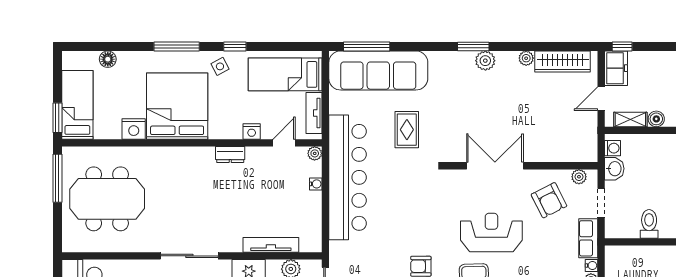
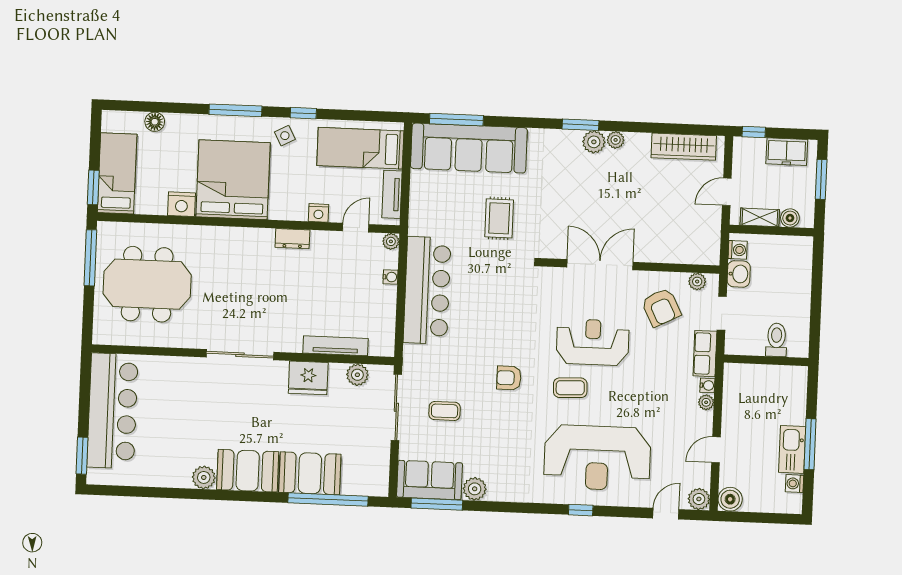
plant: (526, 58) -> (616, 140), moved
freezer: (616, 68) -> (787, 152), moved, turned 90
bar counter: (348, 177) -> (427, 290), width x0.73

